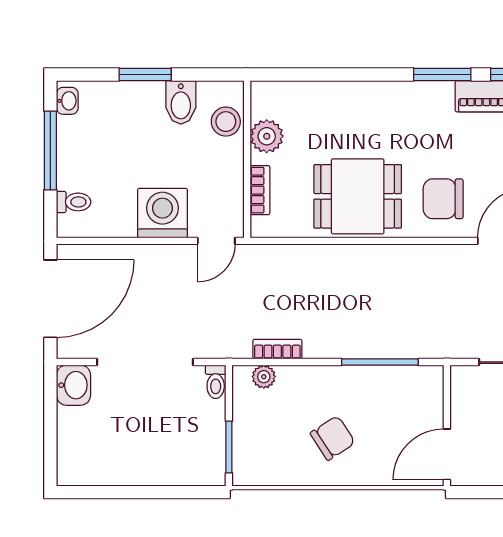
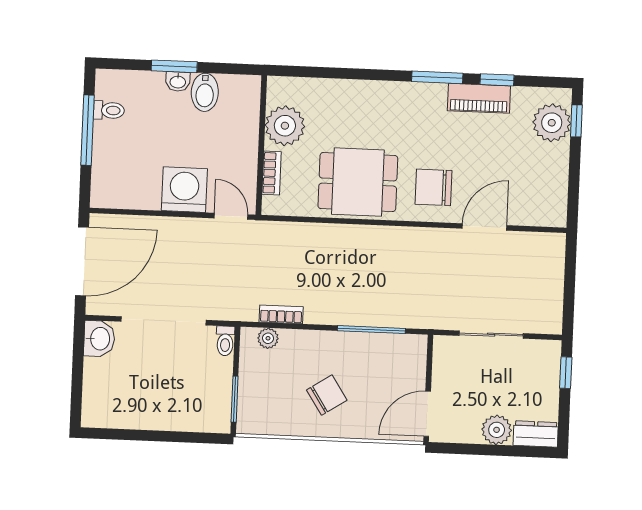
washbasin: (67, 101) -> (178, 81), moved, turned 90
stool: (226, 122) -> (244, 111), removed
plant: (267, 136) -> (285, 126), width x1.36, depth x1.36
toilet: (74, 202) -> (109, 110), moved
door: (216, 241) -> (231, 216), swing flipped

